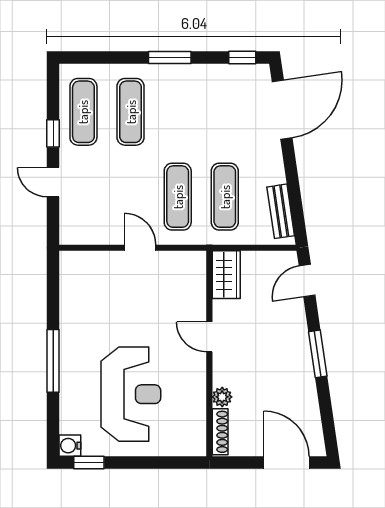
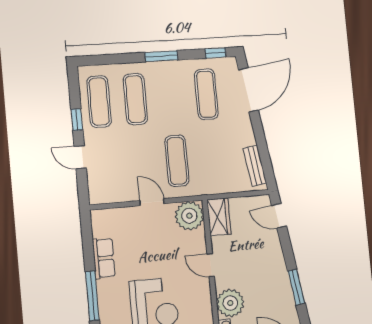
exercise mat: (225, 197) -> (206, 94), moved
plant: (187, 270) -> (189, 216), added
door: (307, 281) -> (279, 216), hinge flipped
row of seats: (72, 314) -> (104, 258), added
window: (318, 354) -> (296, 287), moved
plant: (222, 397) -> (230, 303), width x1.87, depth x1.87

